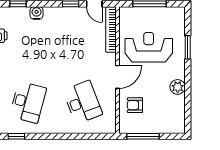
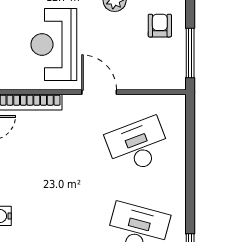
armchair: (135, 105) -> (160, 26), moved, turned 180

